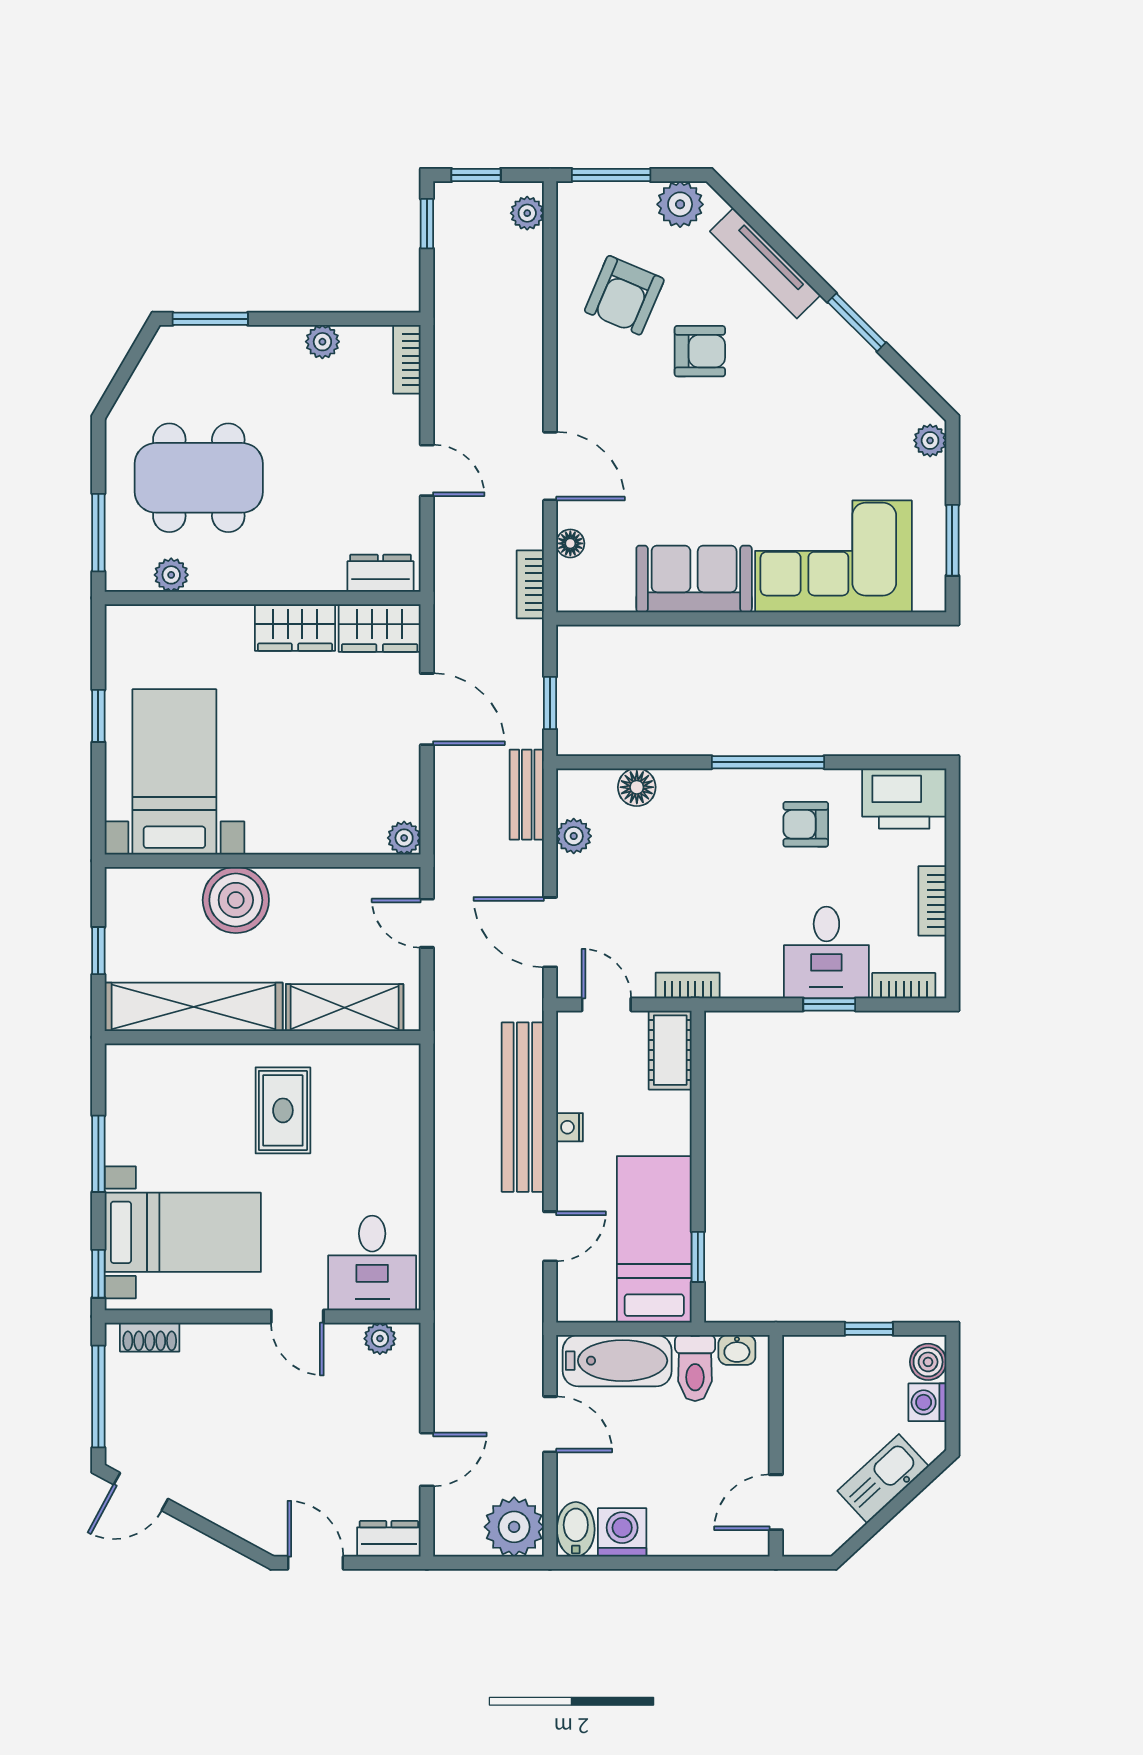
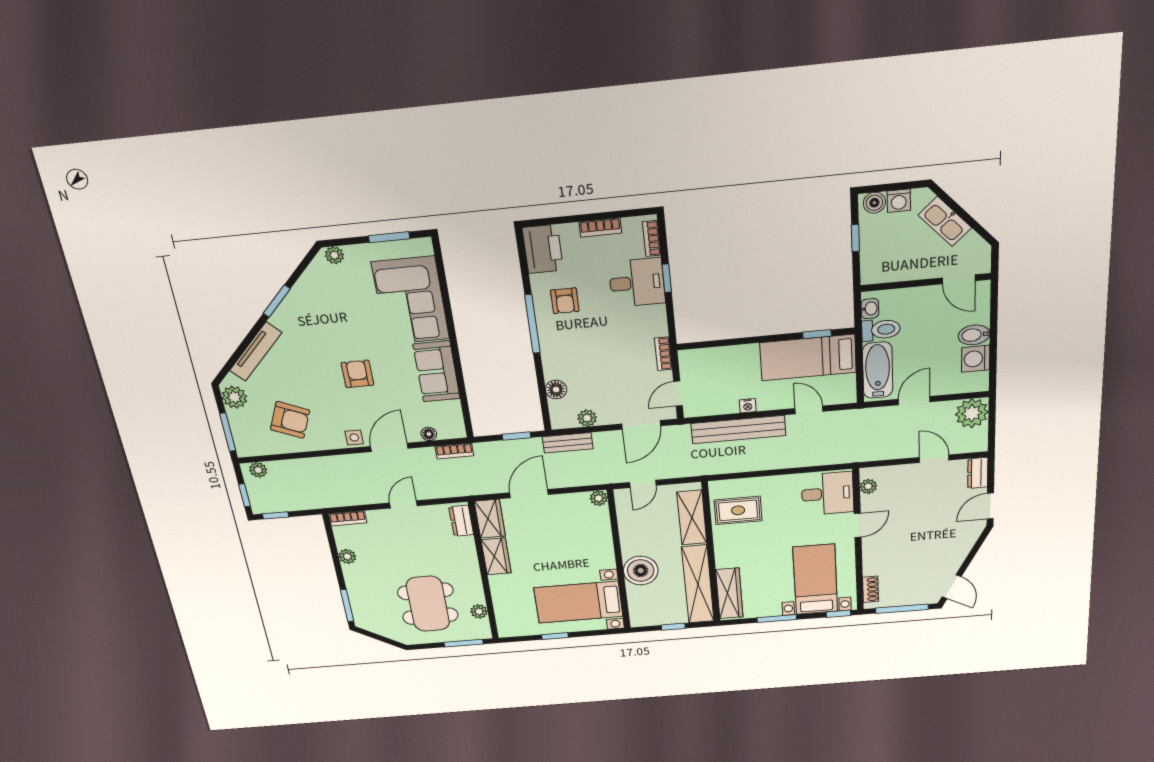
armchair: (700, 351) -> (357, 374), moved
side table: (577, 405) -> (354, 438), added
cot: (670, 1050) -> (701, 359), removed
wardrobe: (166, 1066) -> (729, 593), added
rug: (283, 1110) -> (738, 510), moved
bidet: (576, 1529) -> (974, 335), moved

